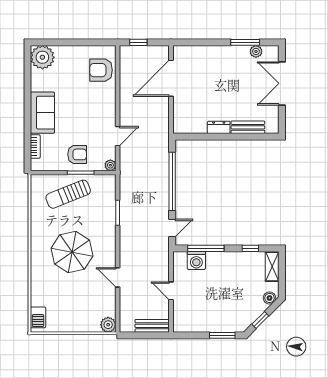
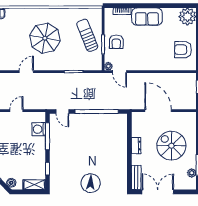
armchair: (101, 70) -> (183, 50), moved, turned -90
door: (171, 78) -> (158, 111), moved
spiral stairs: (219, 79) -> (171, 146), added
double door: (282, 83) -> (158, 192), moved
bench: (248, 127) -> (136, 177), moved
door: (118, 136) -> (120, 72), moved

